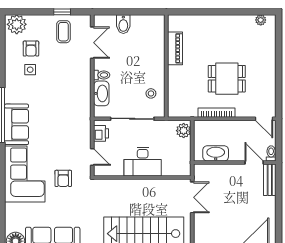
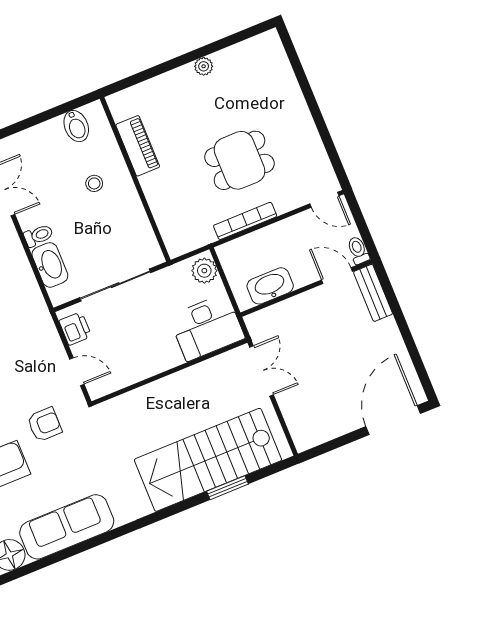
plant: (261, 20) -> (204, 66), moved
bidet: (123, 24) -> (76, 126), moved
stool: (151, 93) -> (94, 183), moved
desk: (143, 162) -> (207, 327), moved
armchair: (63, 178) -> (44, 424), turned -90

